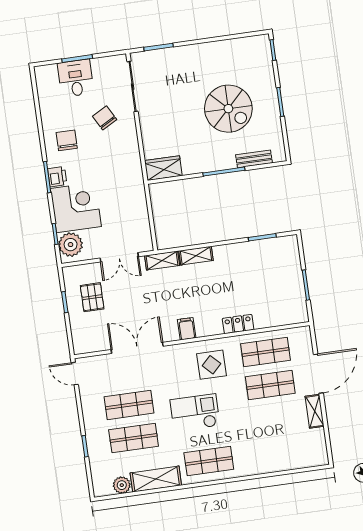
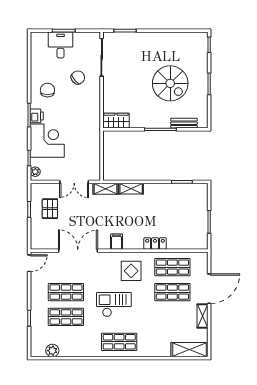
chair: (105, 118) -> (78, 77), turned 79
plant: (71, 245) -> (35, 172), width x0.53, depth x0.53
door: (75, 374) -> (29, 263), swing flipped
shelving: (156, 479) -> (189, 350), moved

